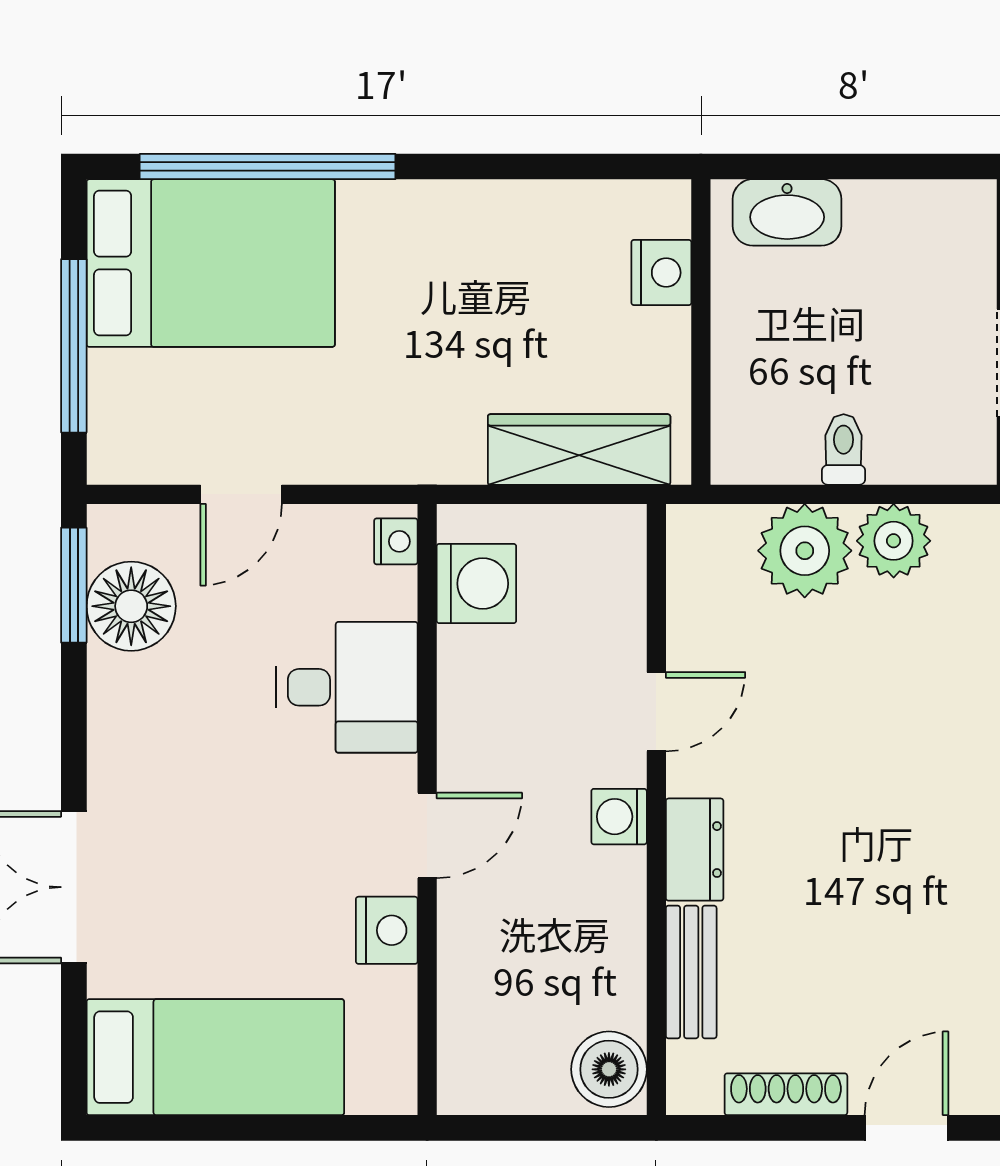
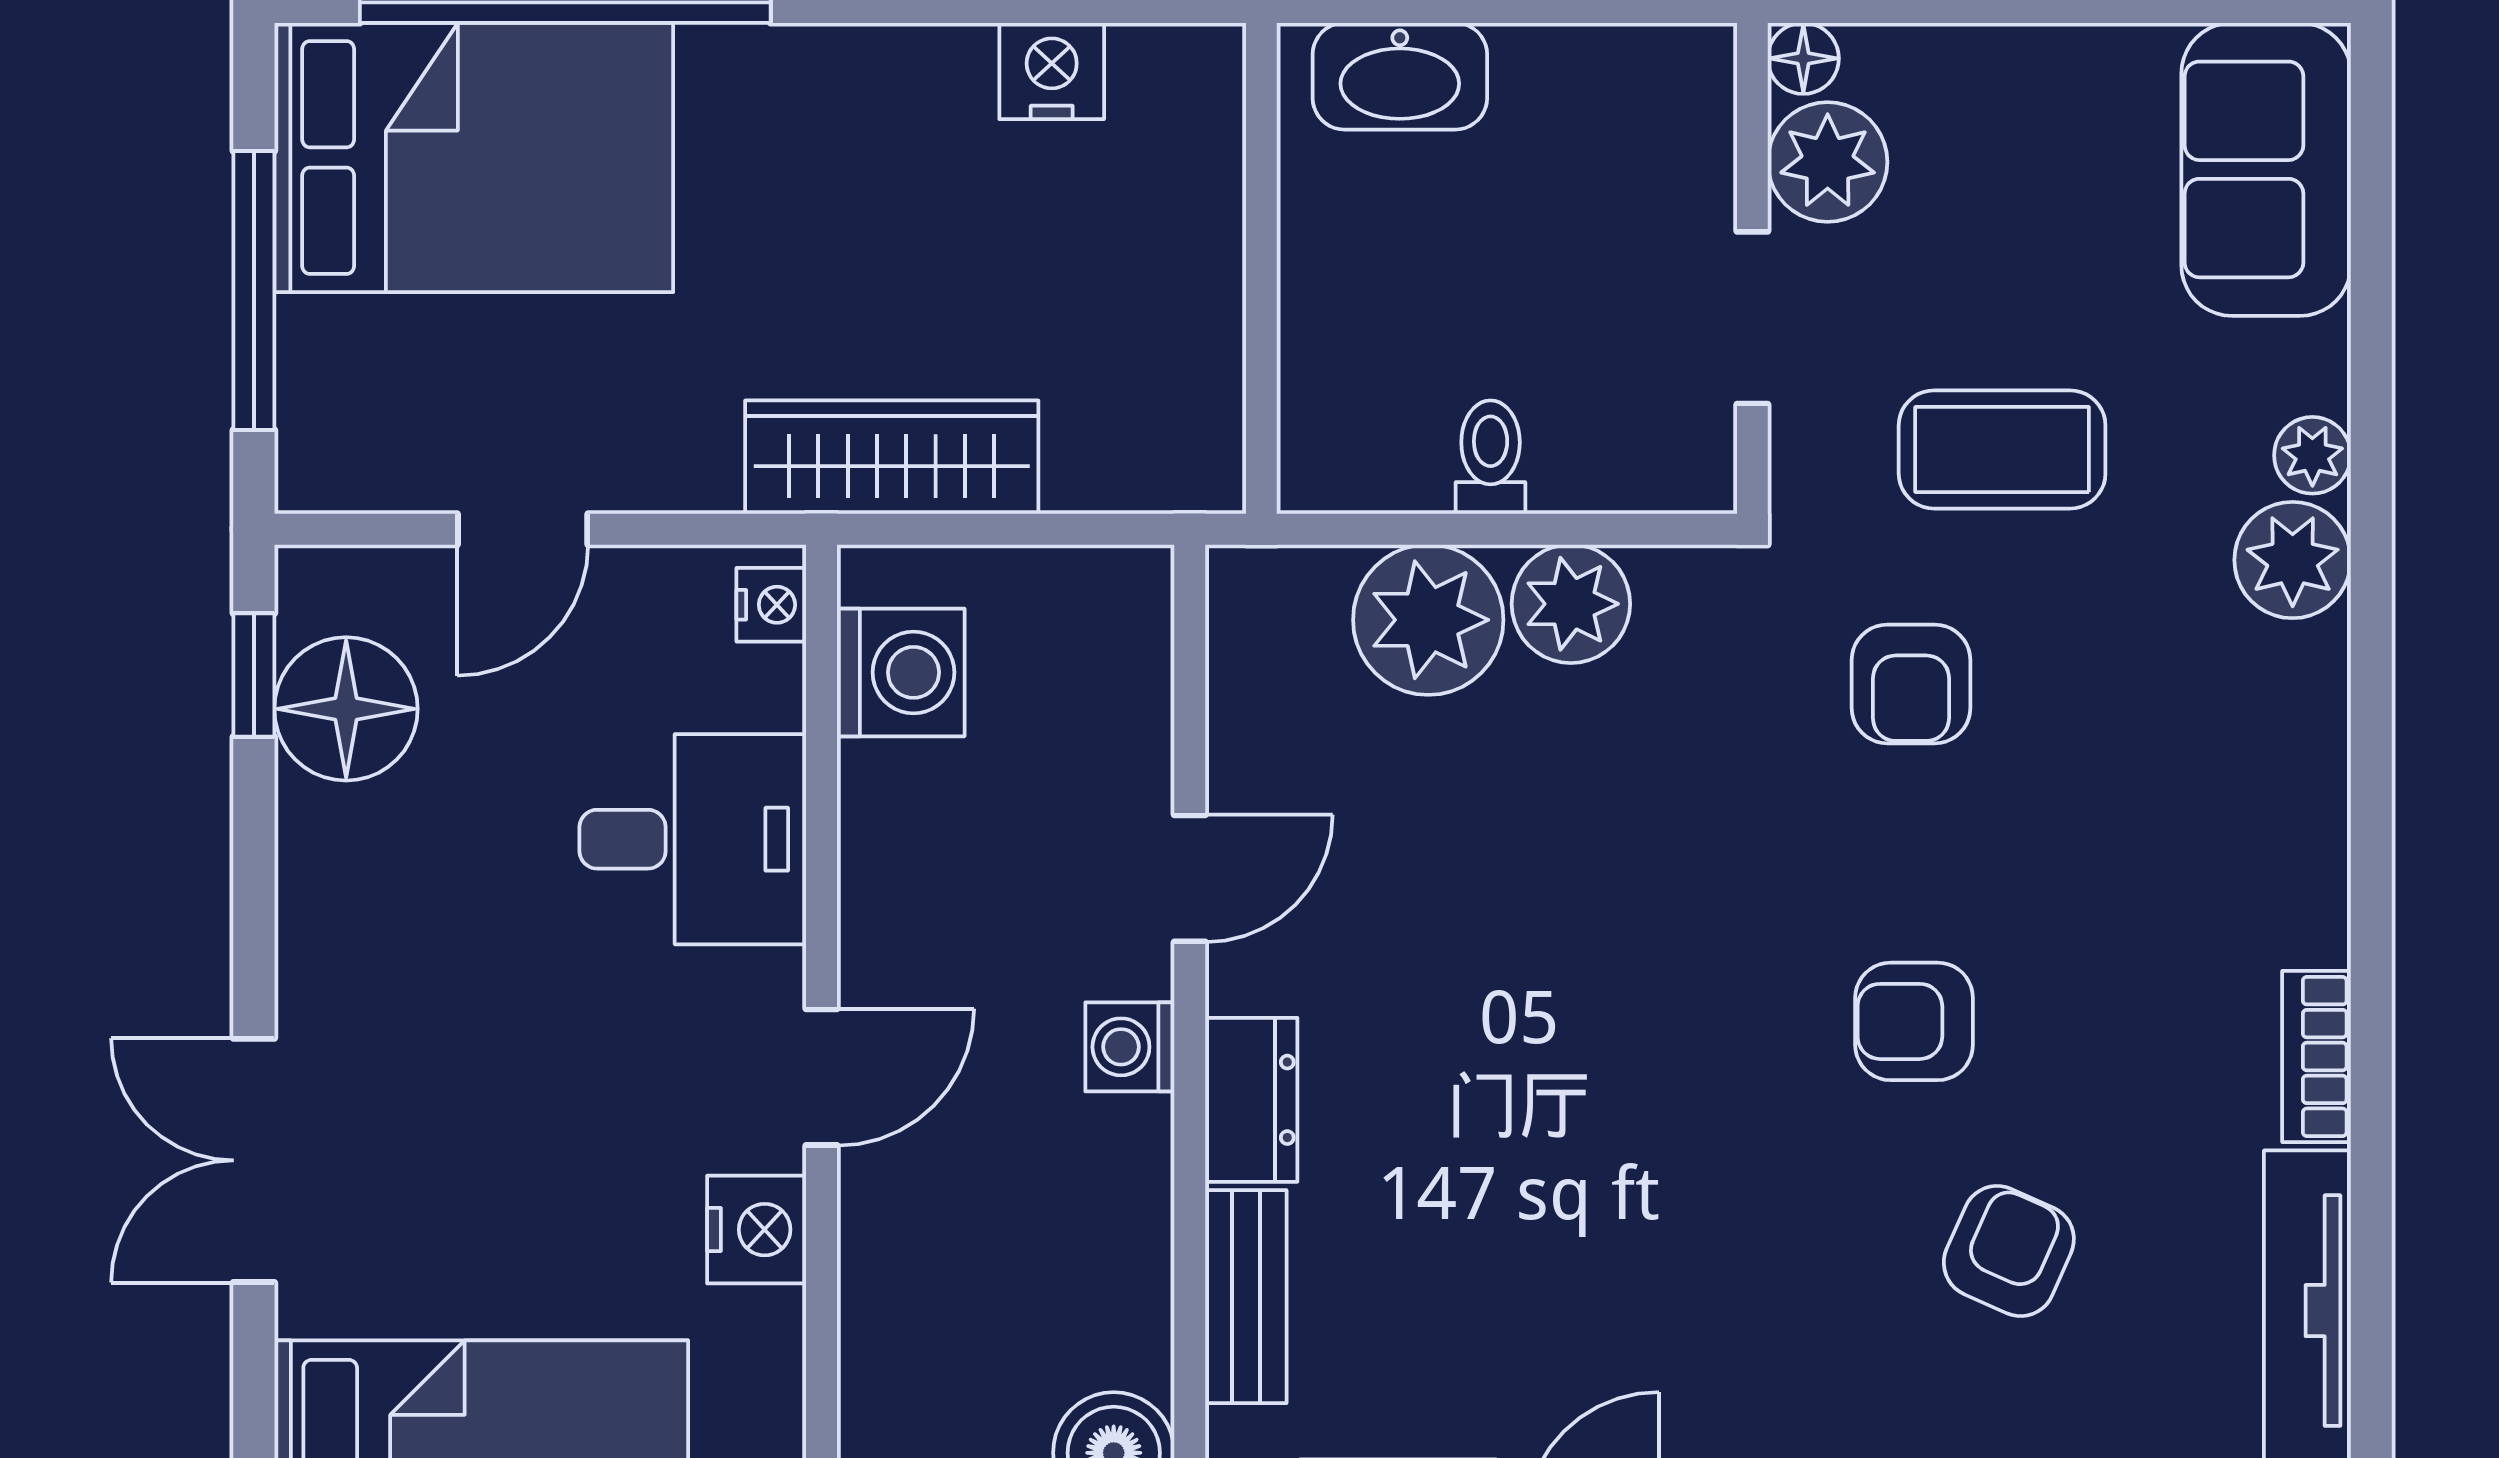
nightstand: (661, 273) -> (1052, 71), moved, turned -90
wardrobe: (579, 450) -> (892, 457), moved
window: (74, 585) -> (254, 675), width x0.67

